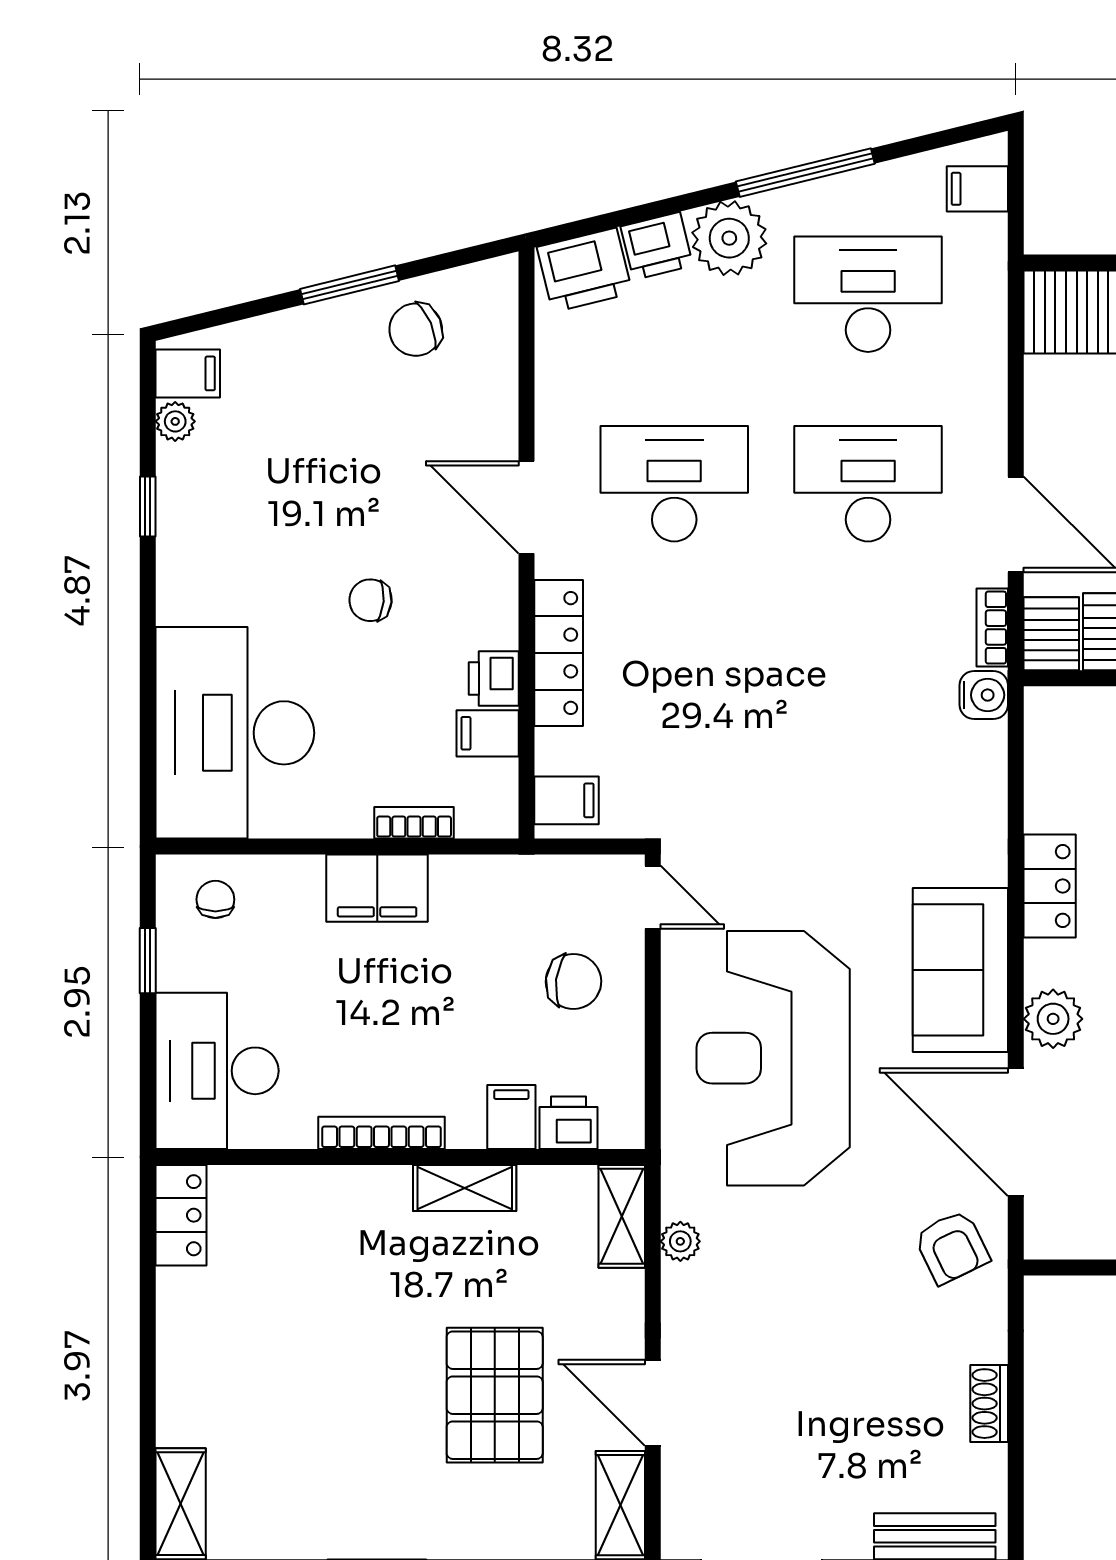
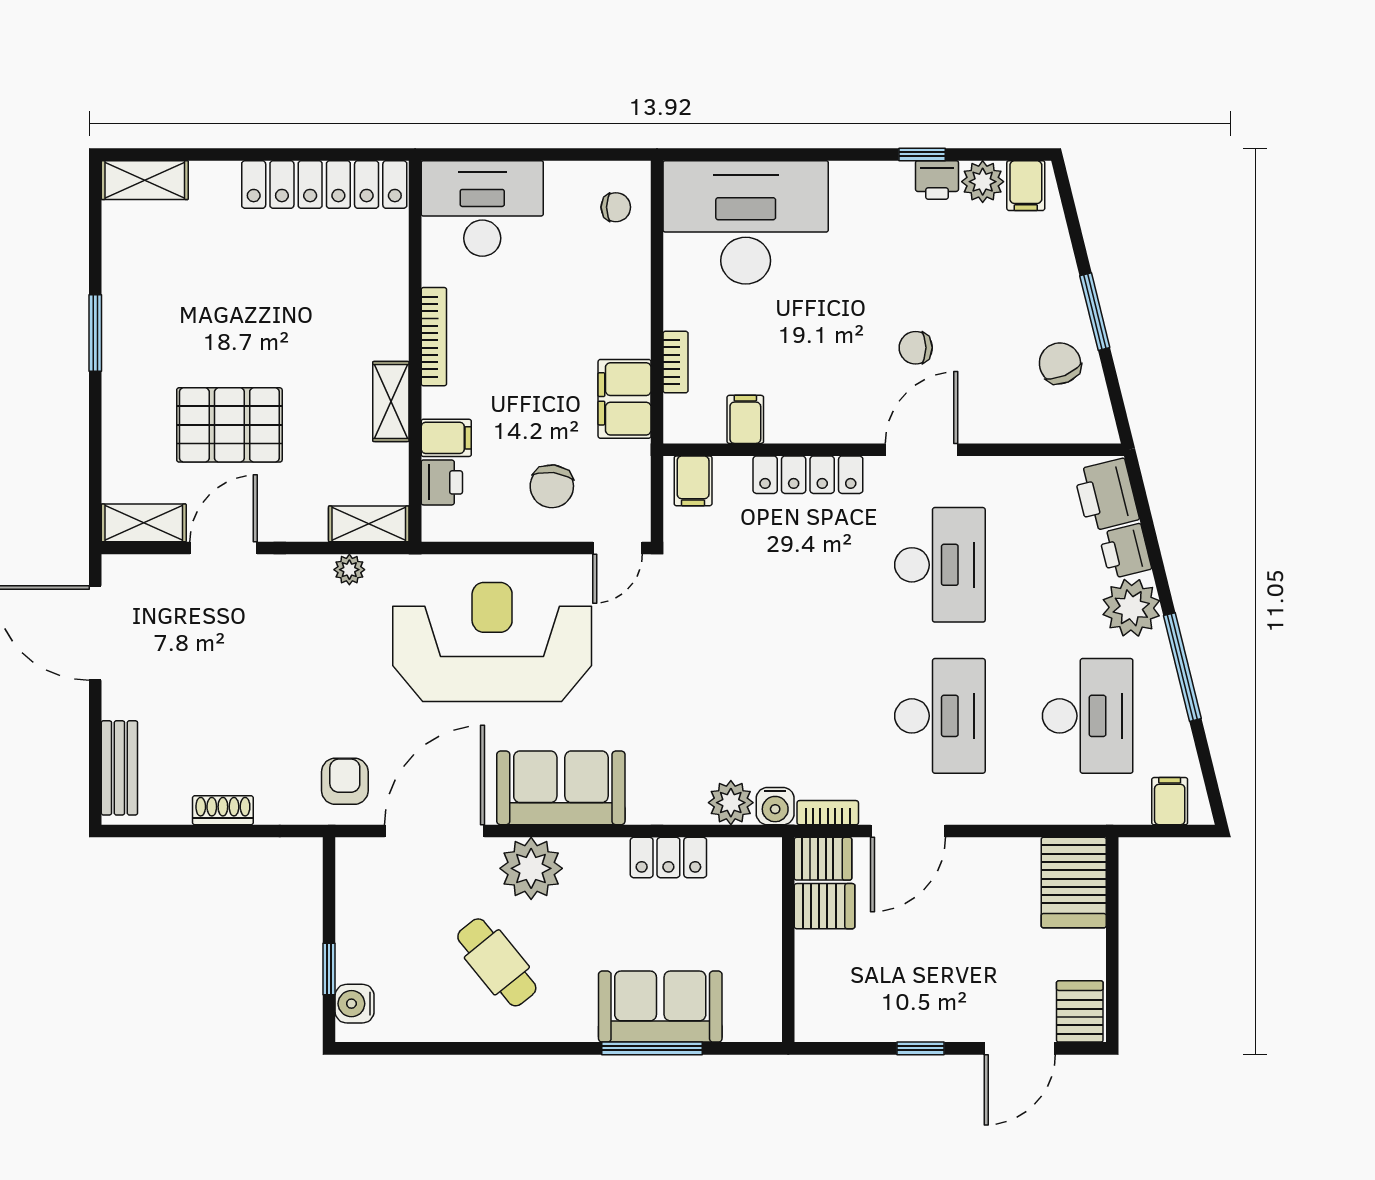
plant: (175, 421) -> (983, 182), width x1.38, depth x1.38
chair: (371, 600) -> (916, 348), moved, turned -95
printer: (494, 678) -> (937, 180), moved, turned 180
plant: (979, 752) -> (731, 803), added
locker: (1050, 886) -> (668, 857), moved
filing cabinet: (377, 888) -> (625, 399), moved
window: (148, 961) -> (568, 154), removed
plant: (1053, 1019) -> (531, 868), width x1.36, depth x1.36
locker: (181, 1215) -> (324, 185), width x2.16, depth x1.21
armchair: (952, 1247) -> (345, 781), turned 116

